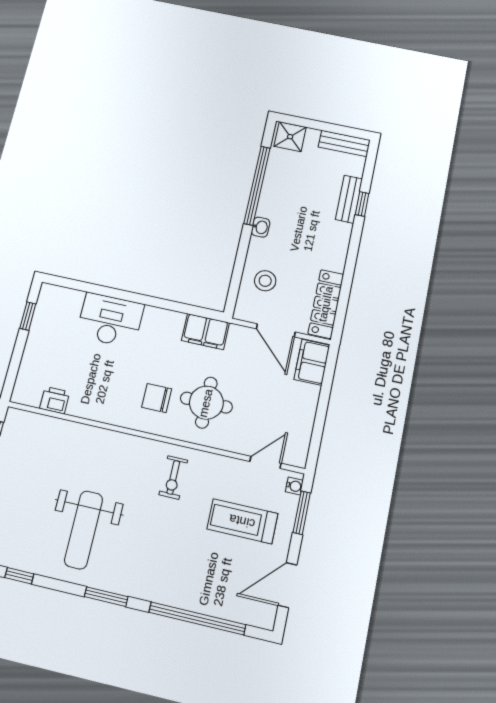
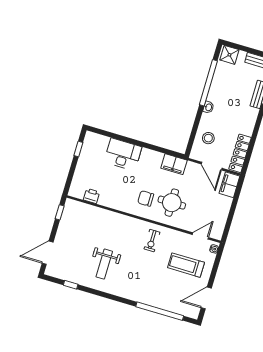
window: (302, 513) -> (217, 263), removed
weight bench: (84, 530) -> (104, 264), width x0.73, depth x0.75
window: (106, 597) -> (114, 298), removed

